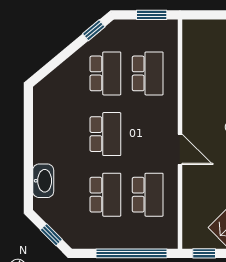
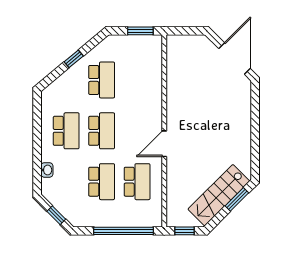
window: (94, 30) -> (74, 59), moved
school desk: (148, 73) -> (66, 131), moved
door: (180, 149) -> (164, 144), swing flipped
washbasin: (43, 181) -> (47, 170), width x0.52, depth x0.69

